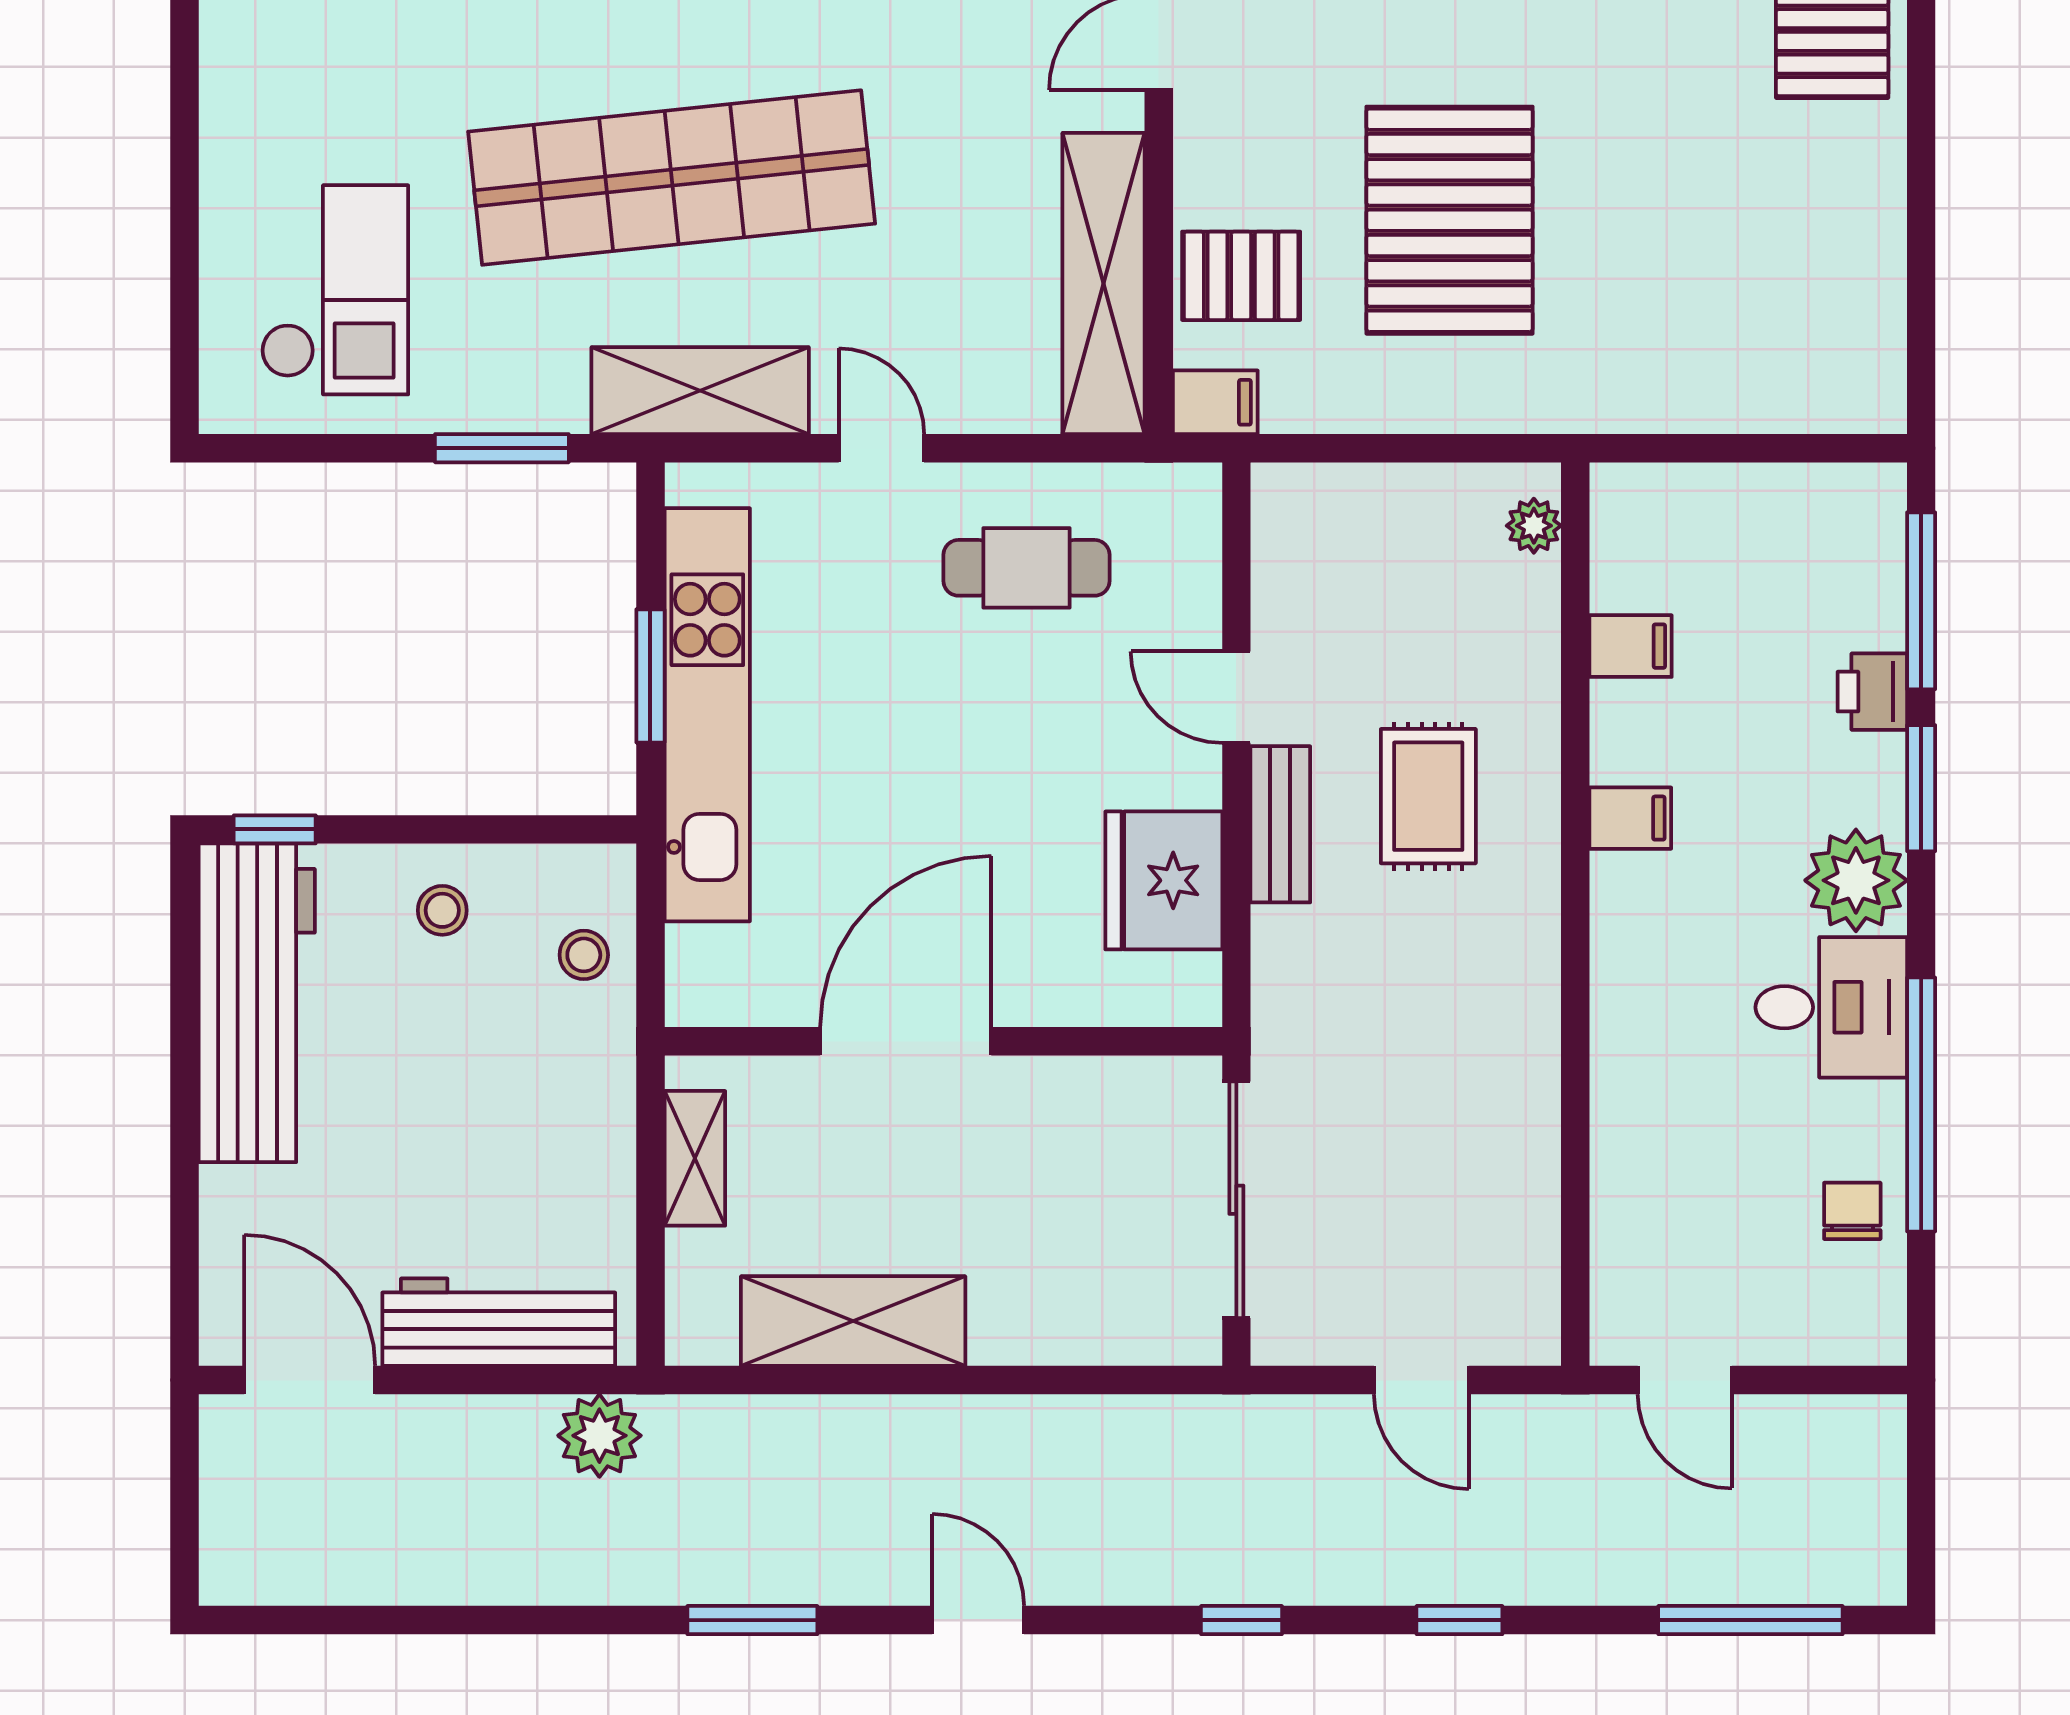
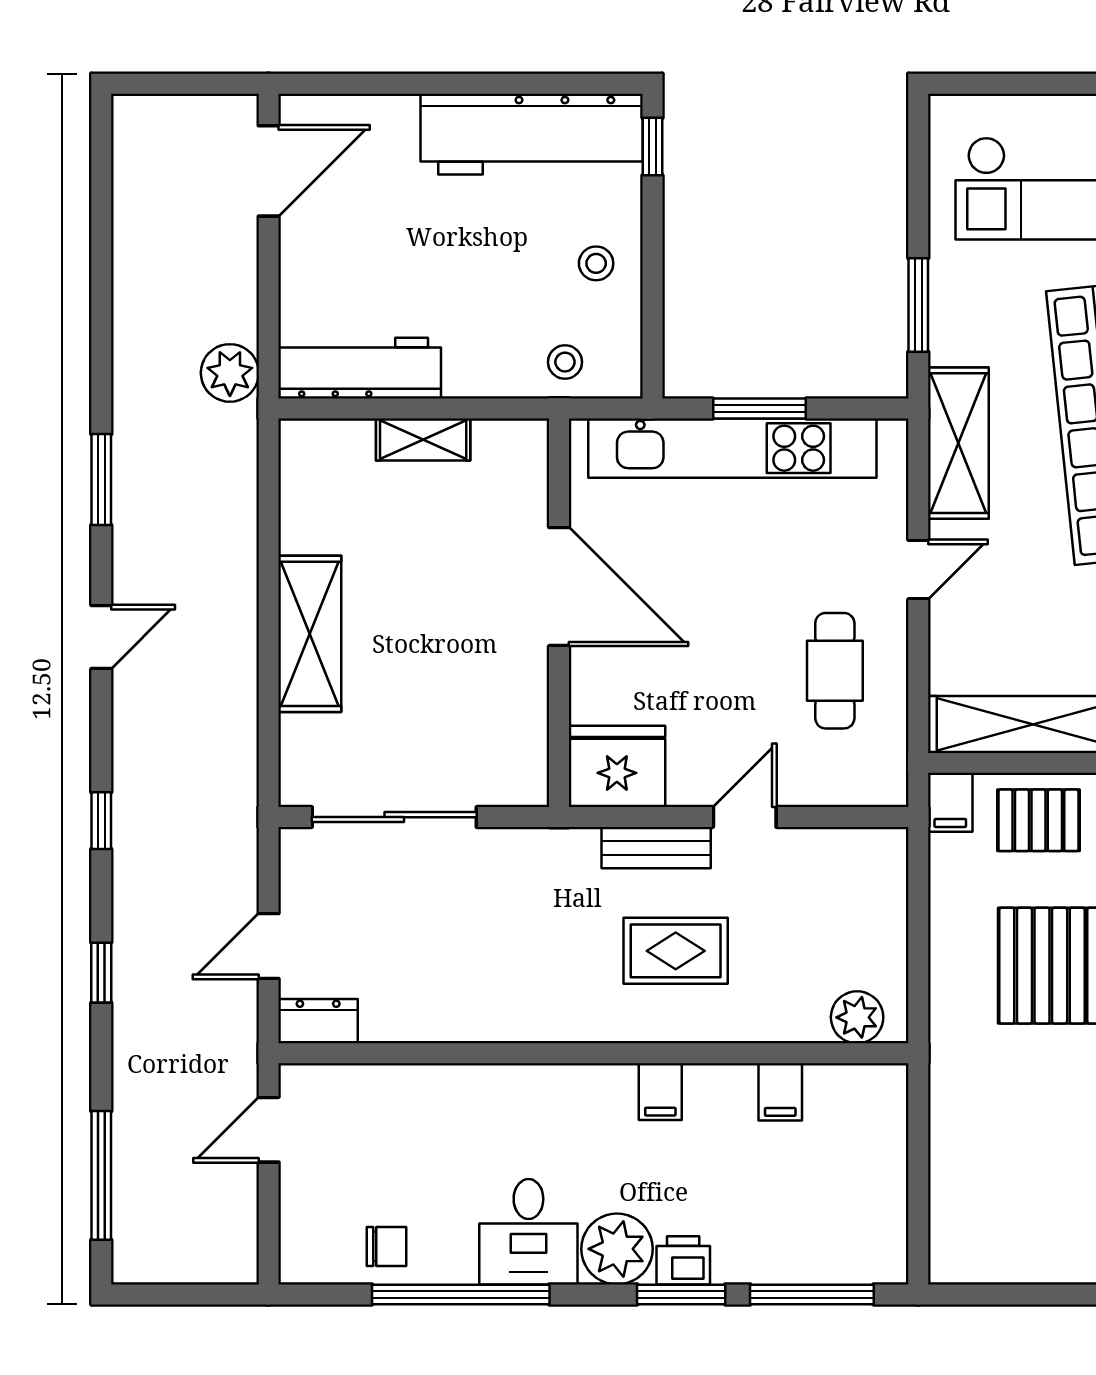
pallet: (1241, 276) -> (1038, 820), turned 90
plant: (1534, 526) -> (857, 1017), width x1.38, depth x1.38
printer: (1872, 692) -> (683, 1260), moved
door: (906, 1041) -> (559, 587), moved
wall: (943, 1041) -> (559, 613), moved
dresser: (1529, 1309) -> (318, 1021), added
shelving: (853, 1321) -> (310, 634), moved
workbench: (499, 1322) -> (360, 368), moved, turned -90

